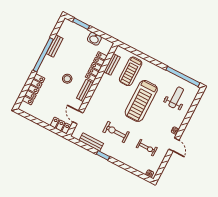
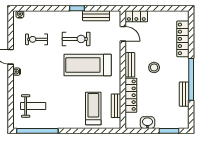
weight bench: (176, 97) -> (33, 106), turned -90
treadmill: (141, 101) -> (88, 65), moved, turned -90

